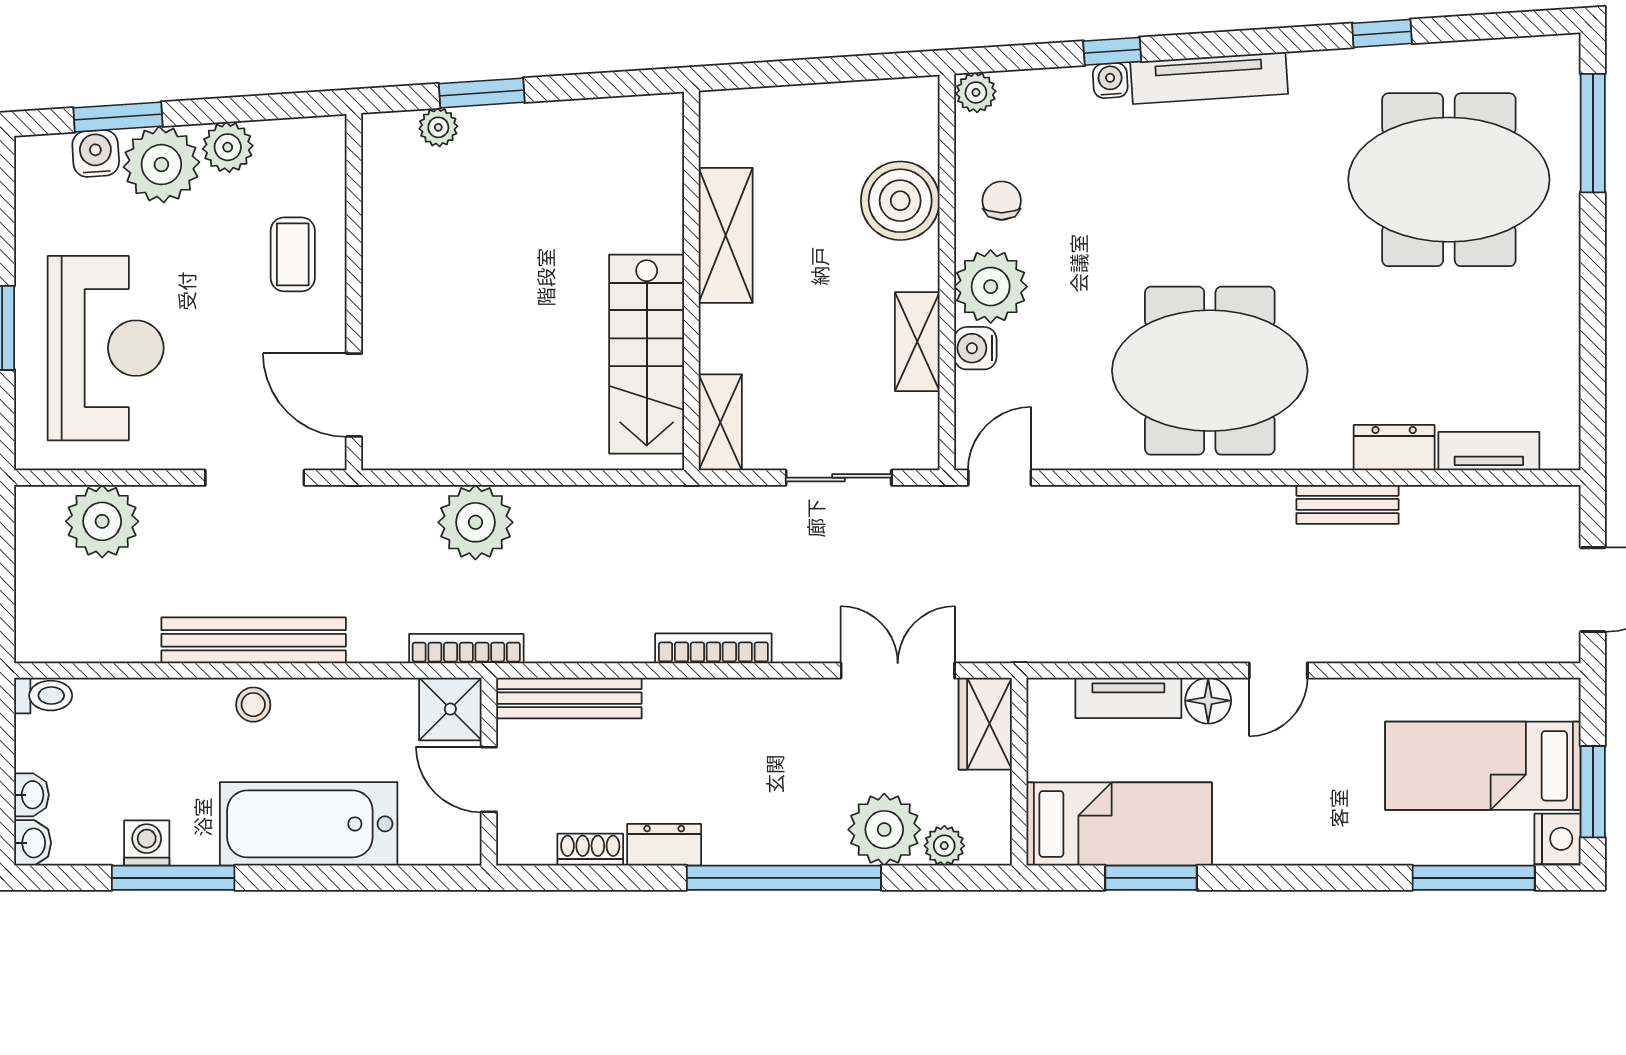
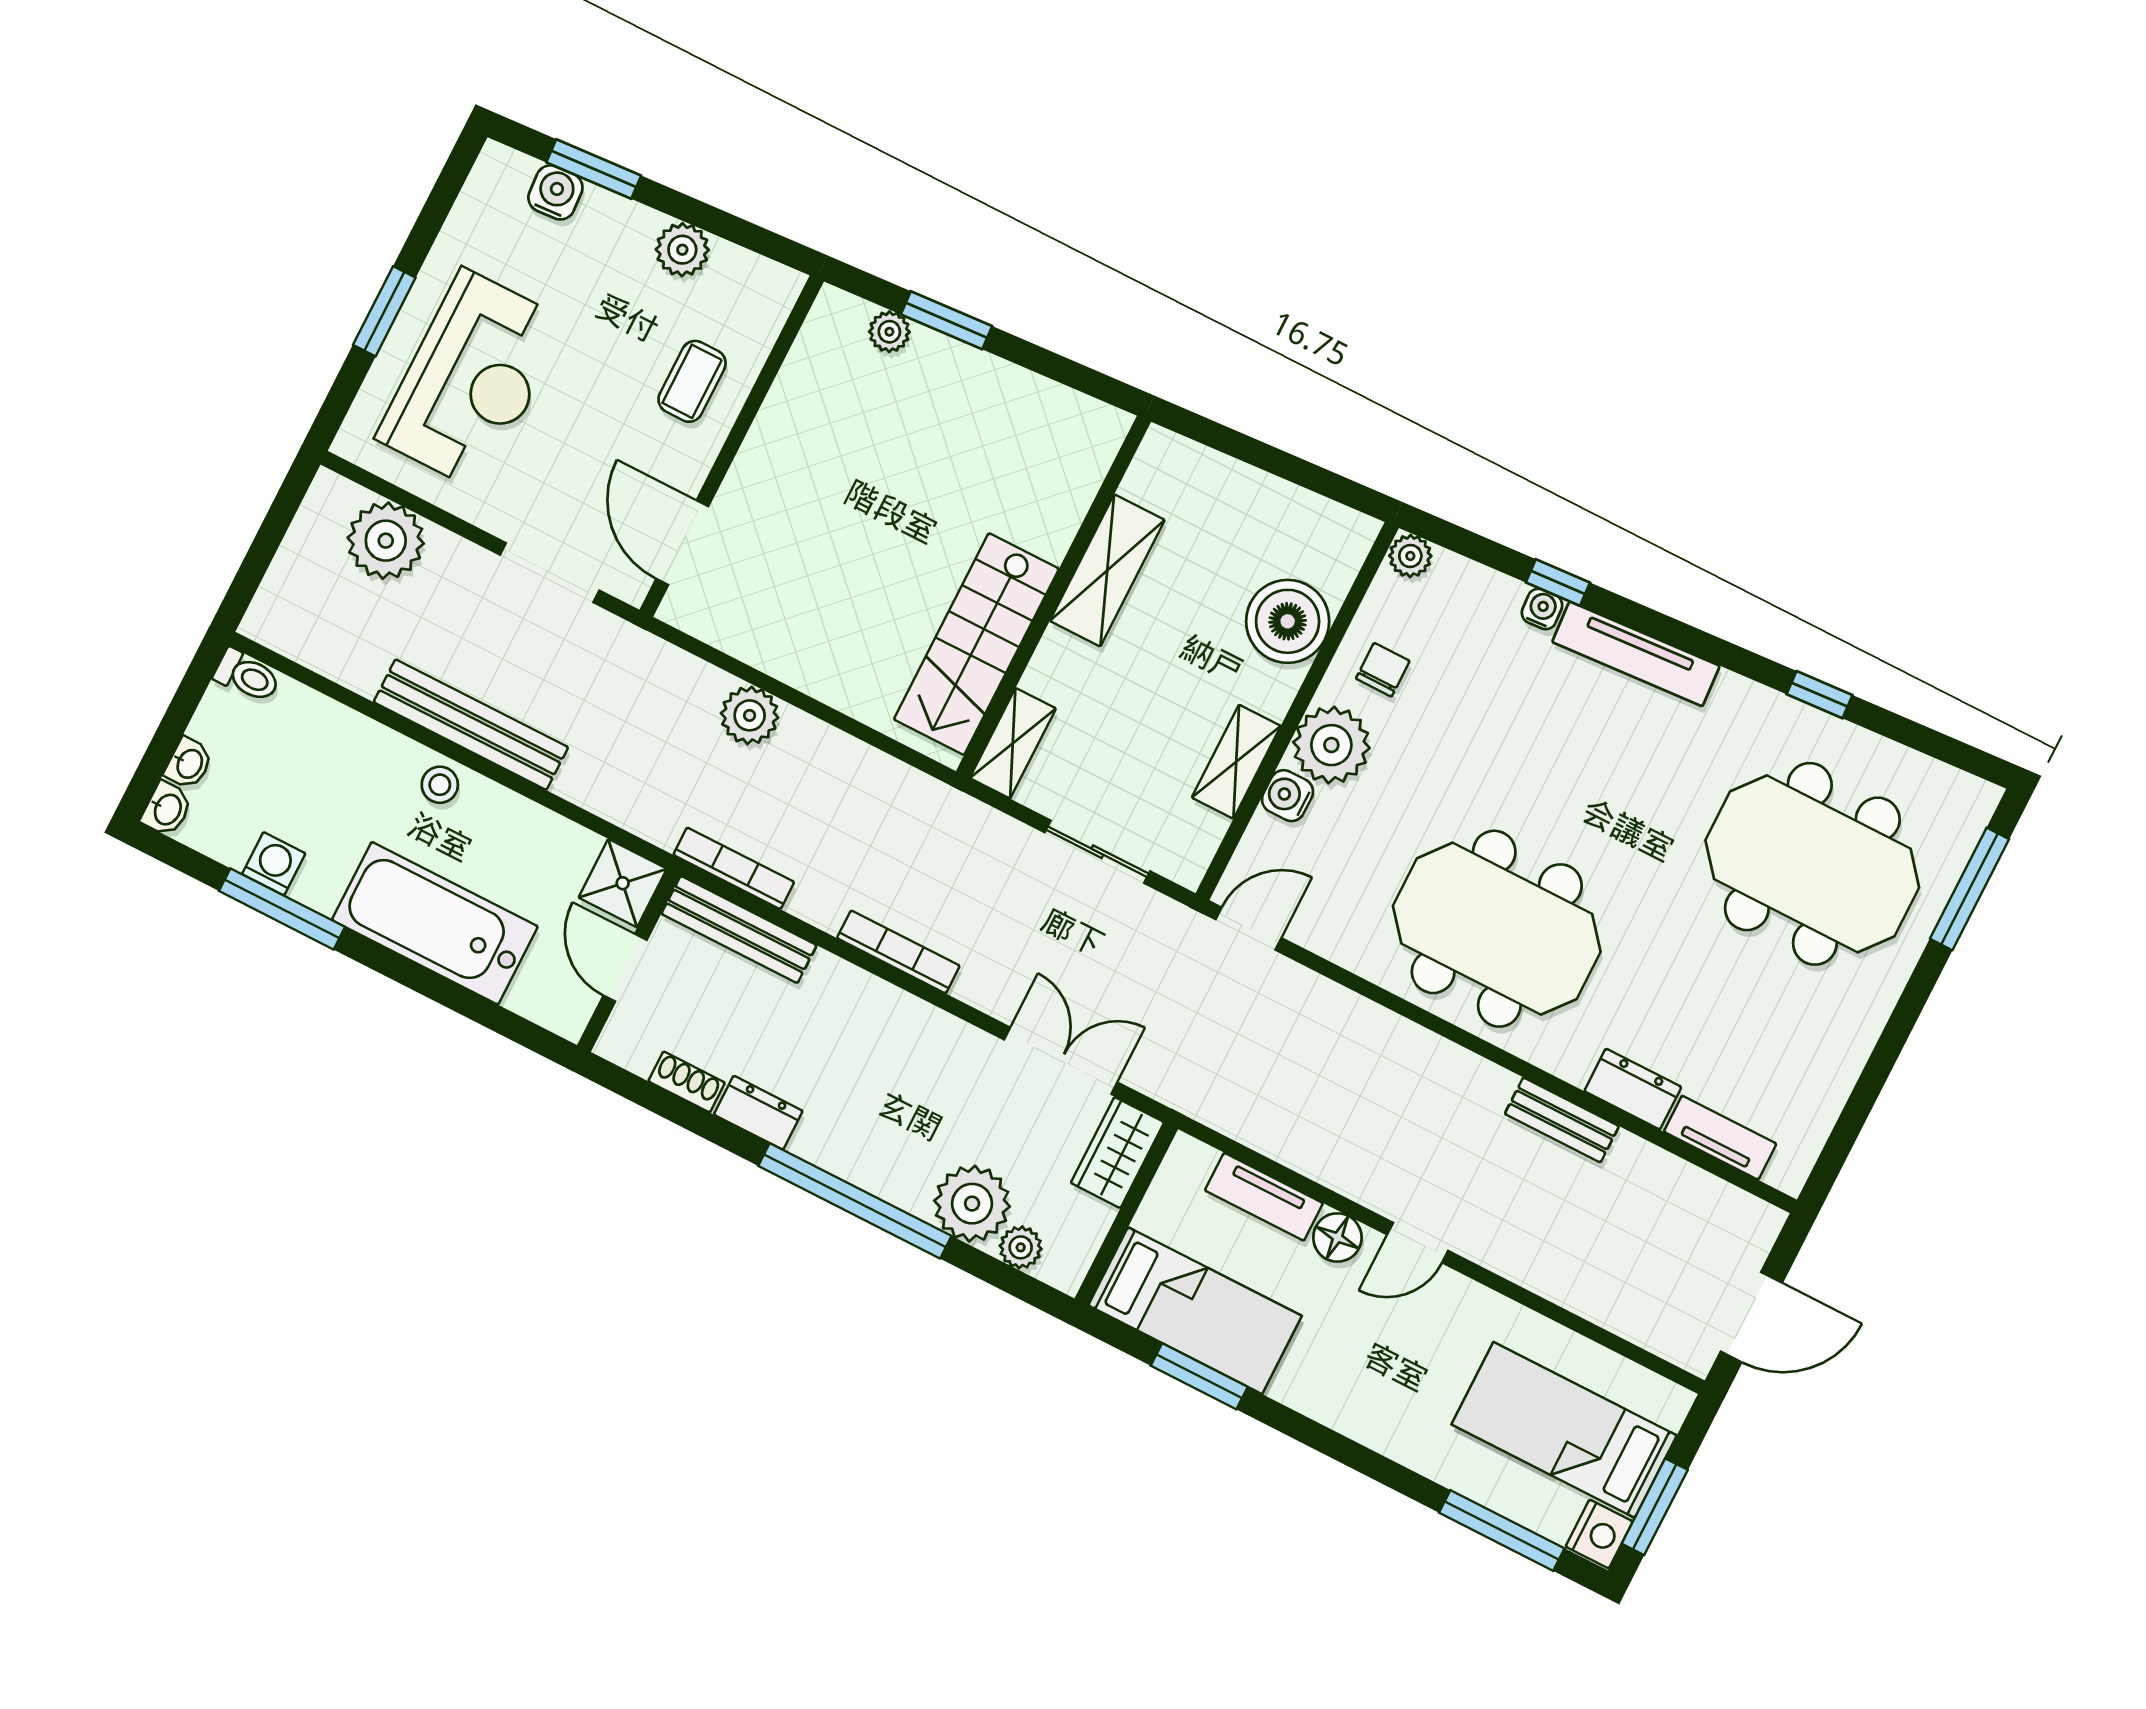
plant: (161, 165) -> (612, 234), removed
plant: (475, 522) -> (750, 715), width x0.73, depth x0.73
bookcase: (466, 649) -> (734, 868), moved

